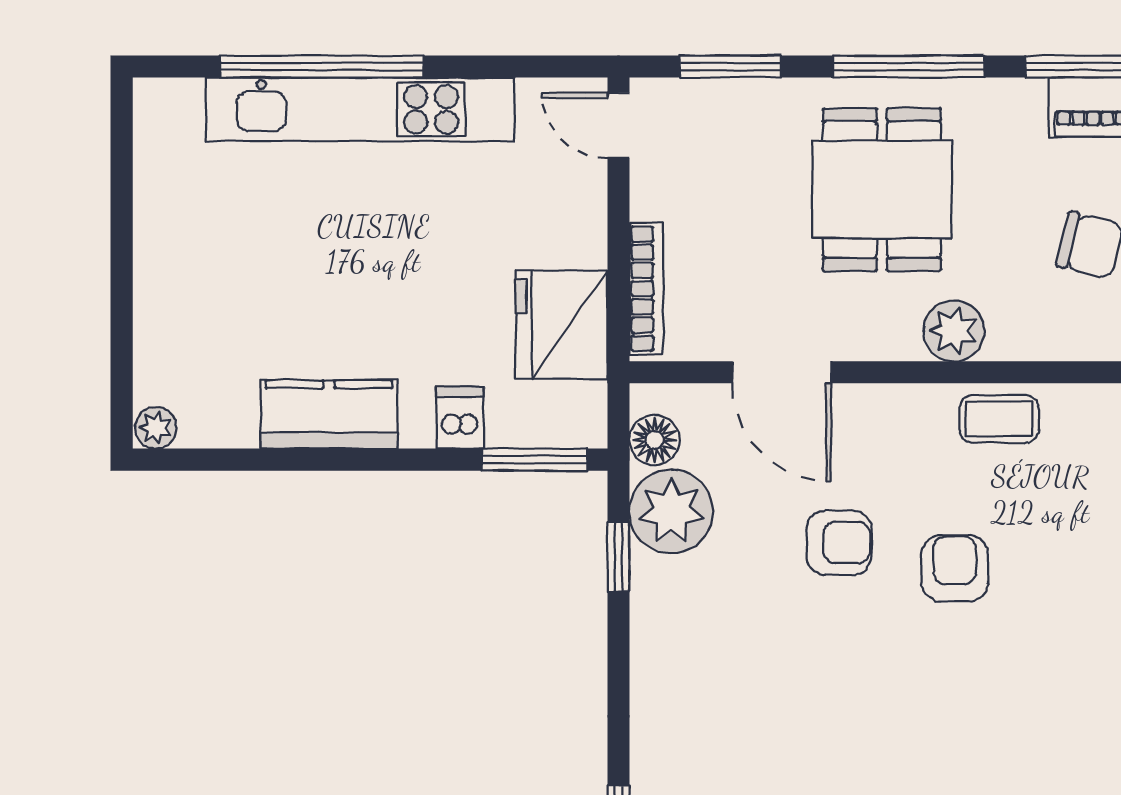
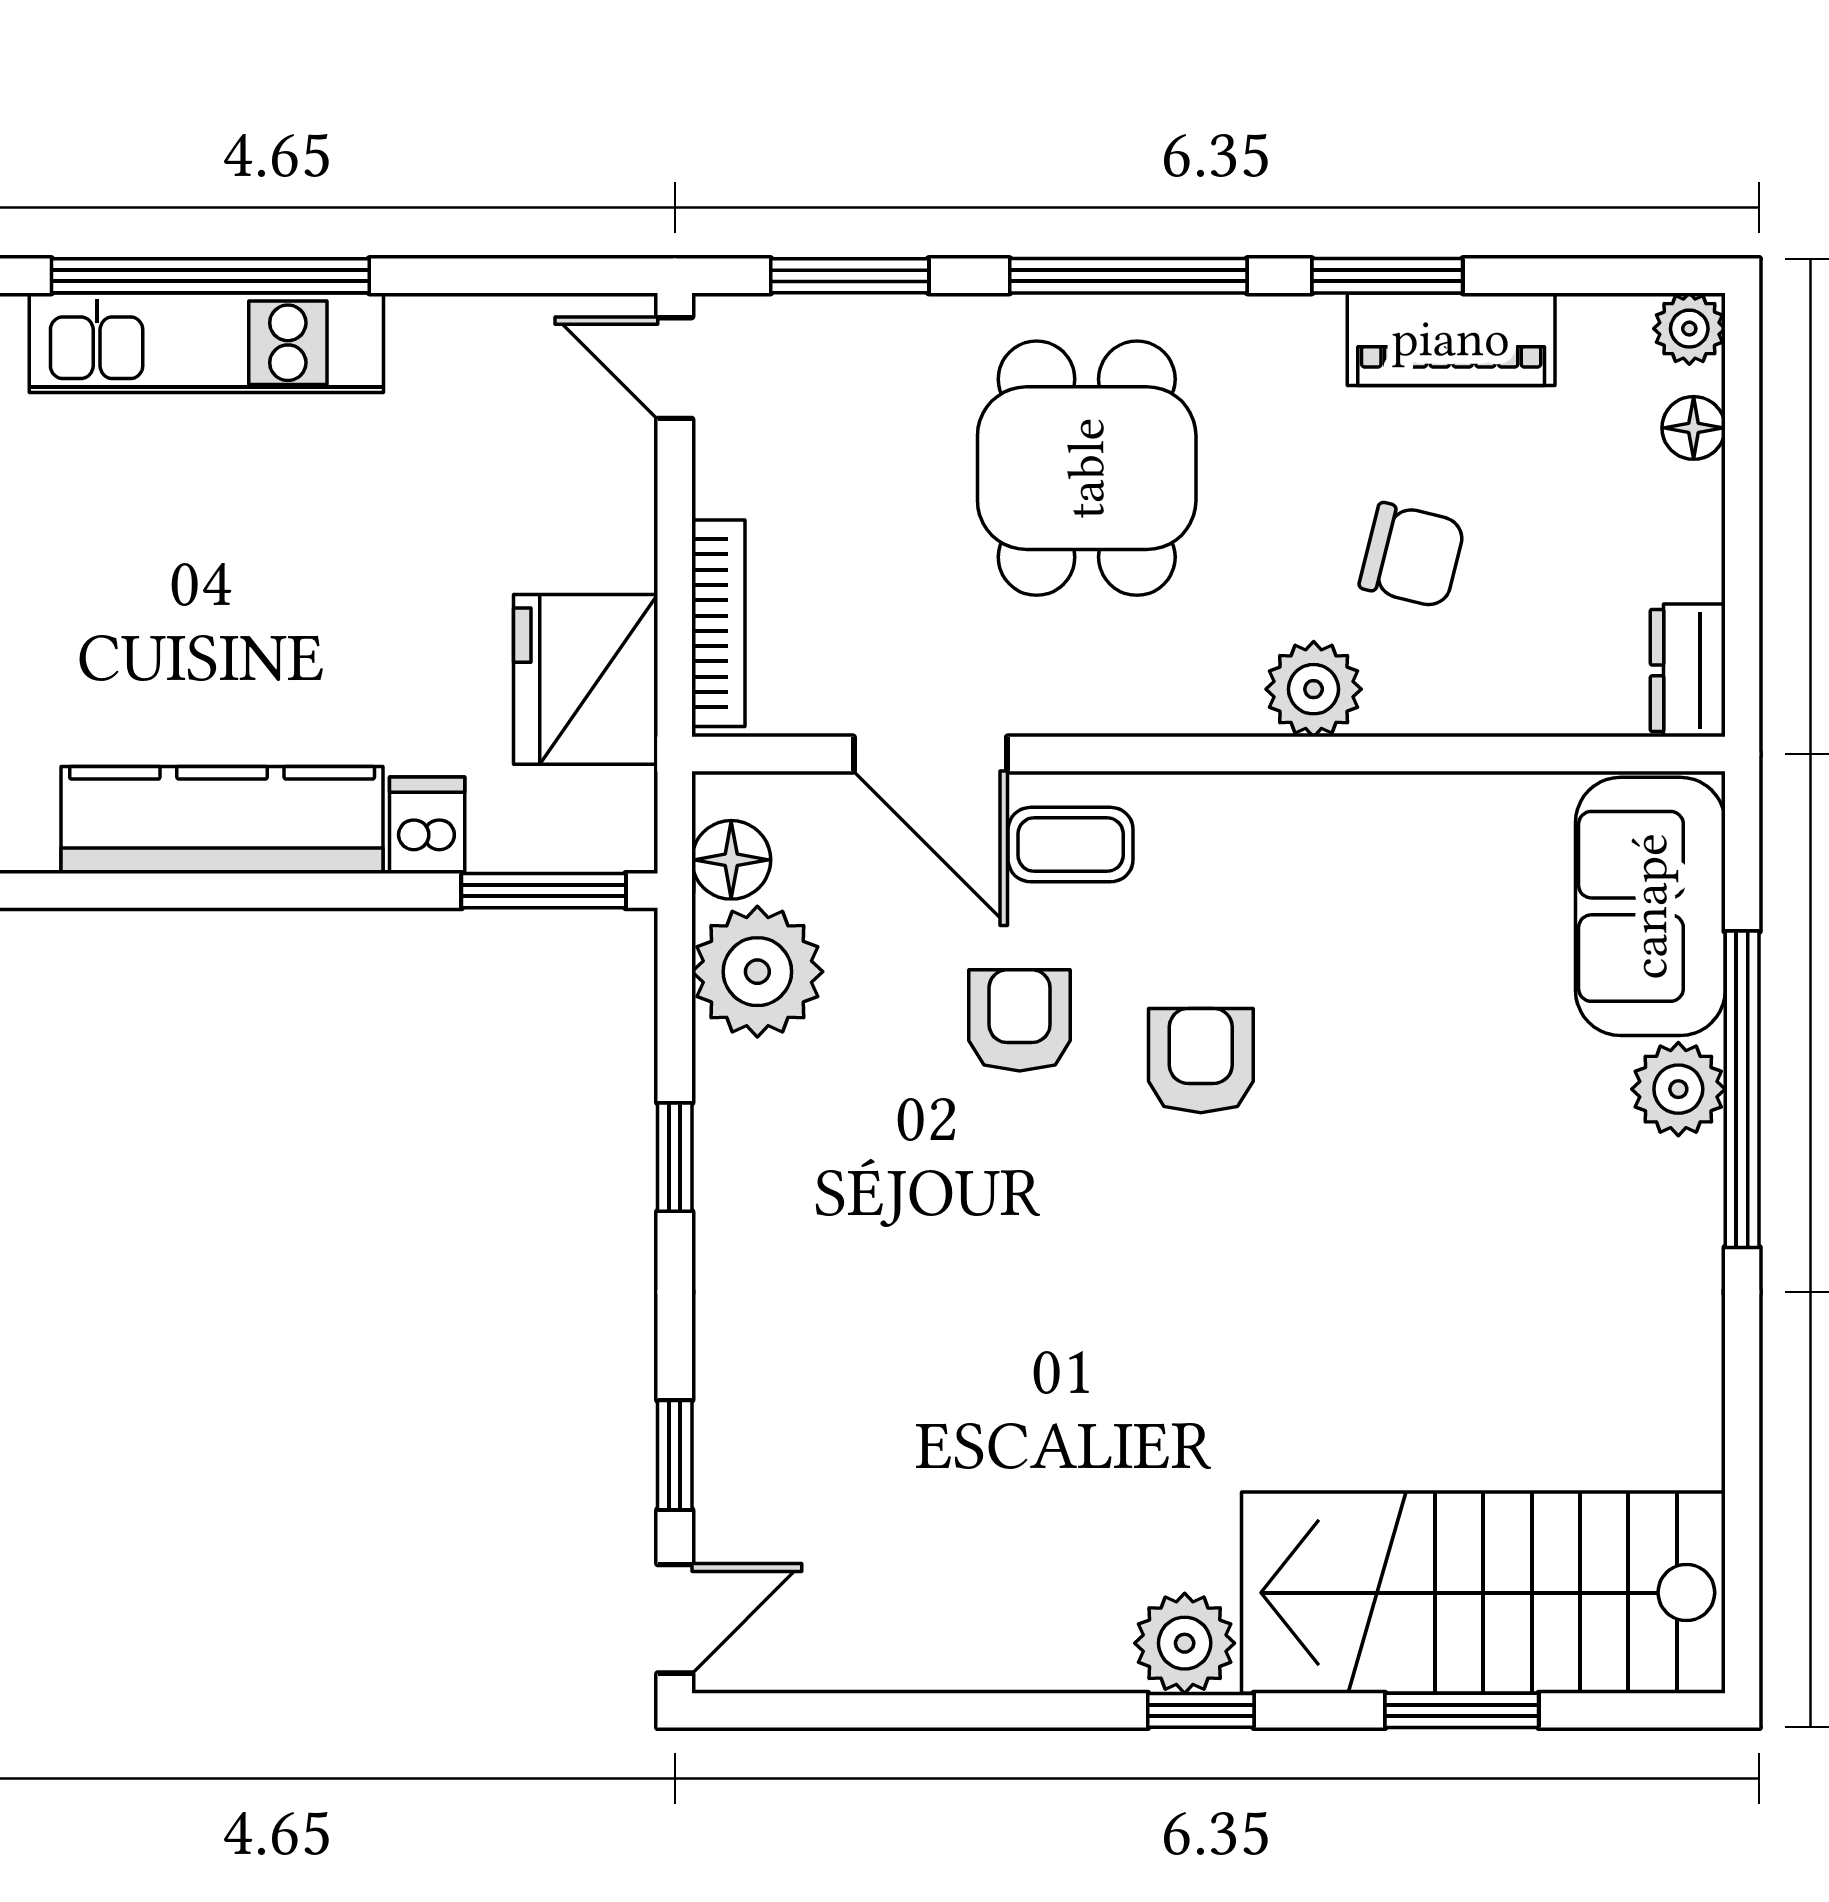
kitchen unit: (360, 109) -> (206, 343), width x0.73
plant: (954, 331) -> (1314, 689), moved
kitchen counter: (329, 414) -> (222, 820), width x1.50
coffee table: (999, 419) -> (1071, 845), moved
armchair: (839, 543) -> (1020, 1020), turned -90
window: (618, 556) -> (675, 1157), moved

